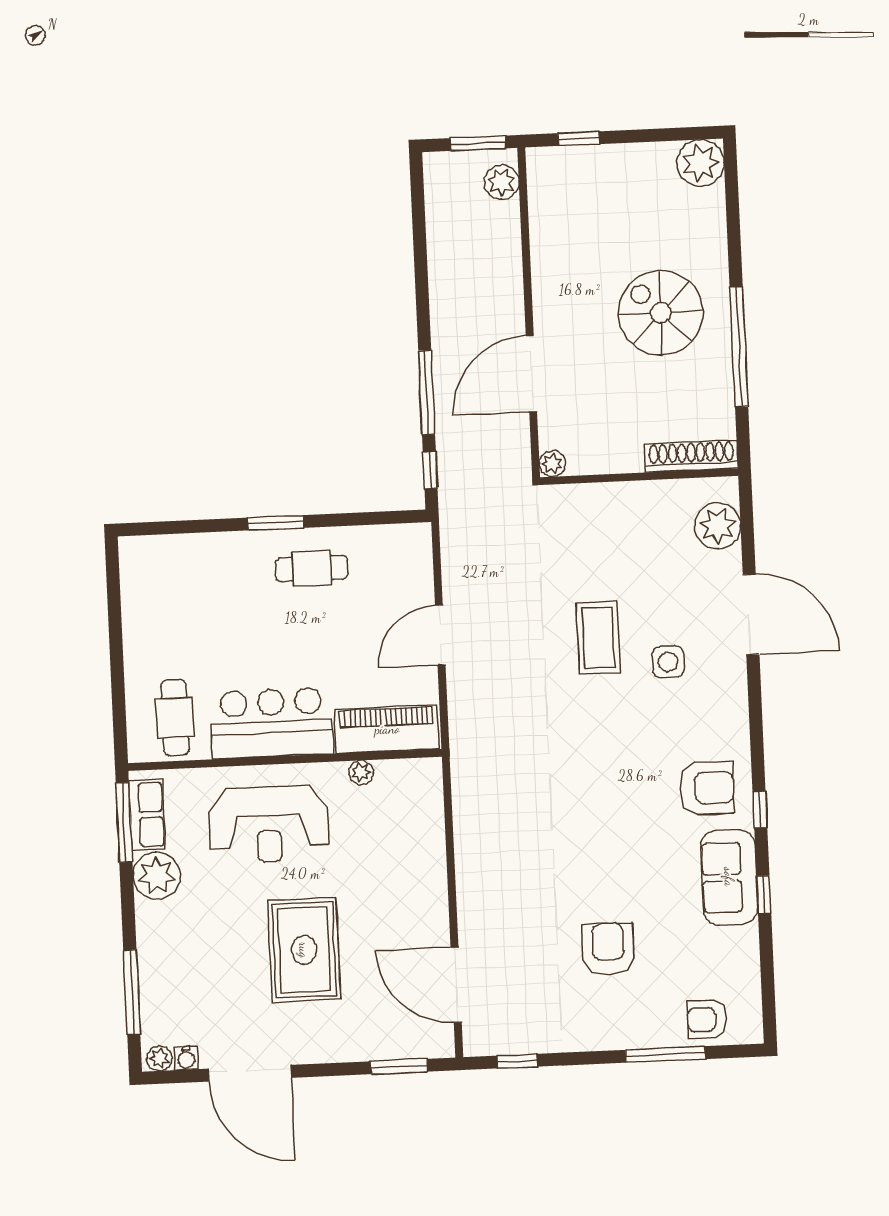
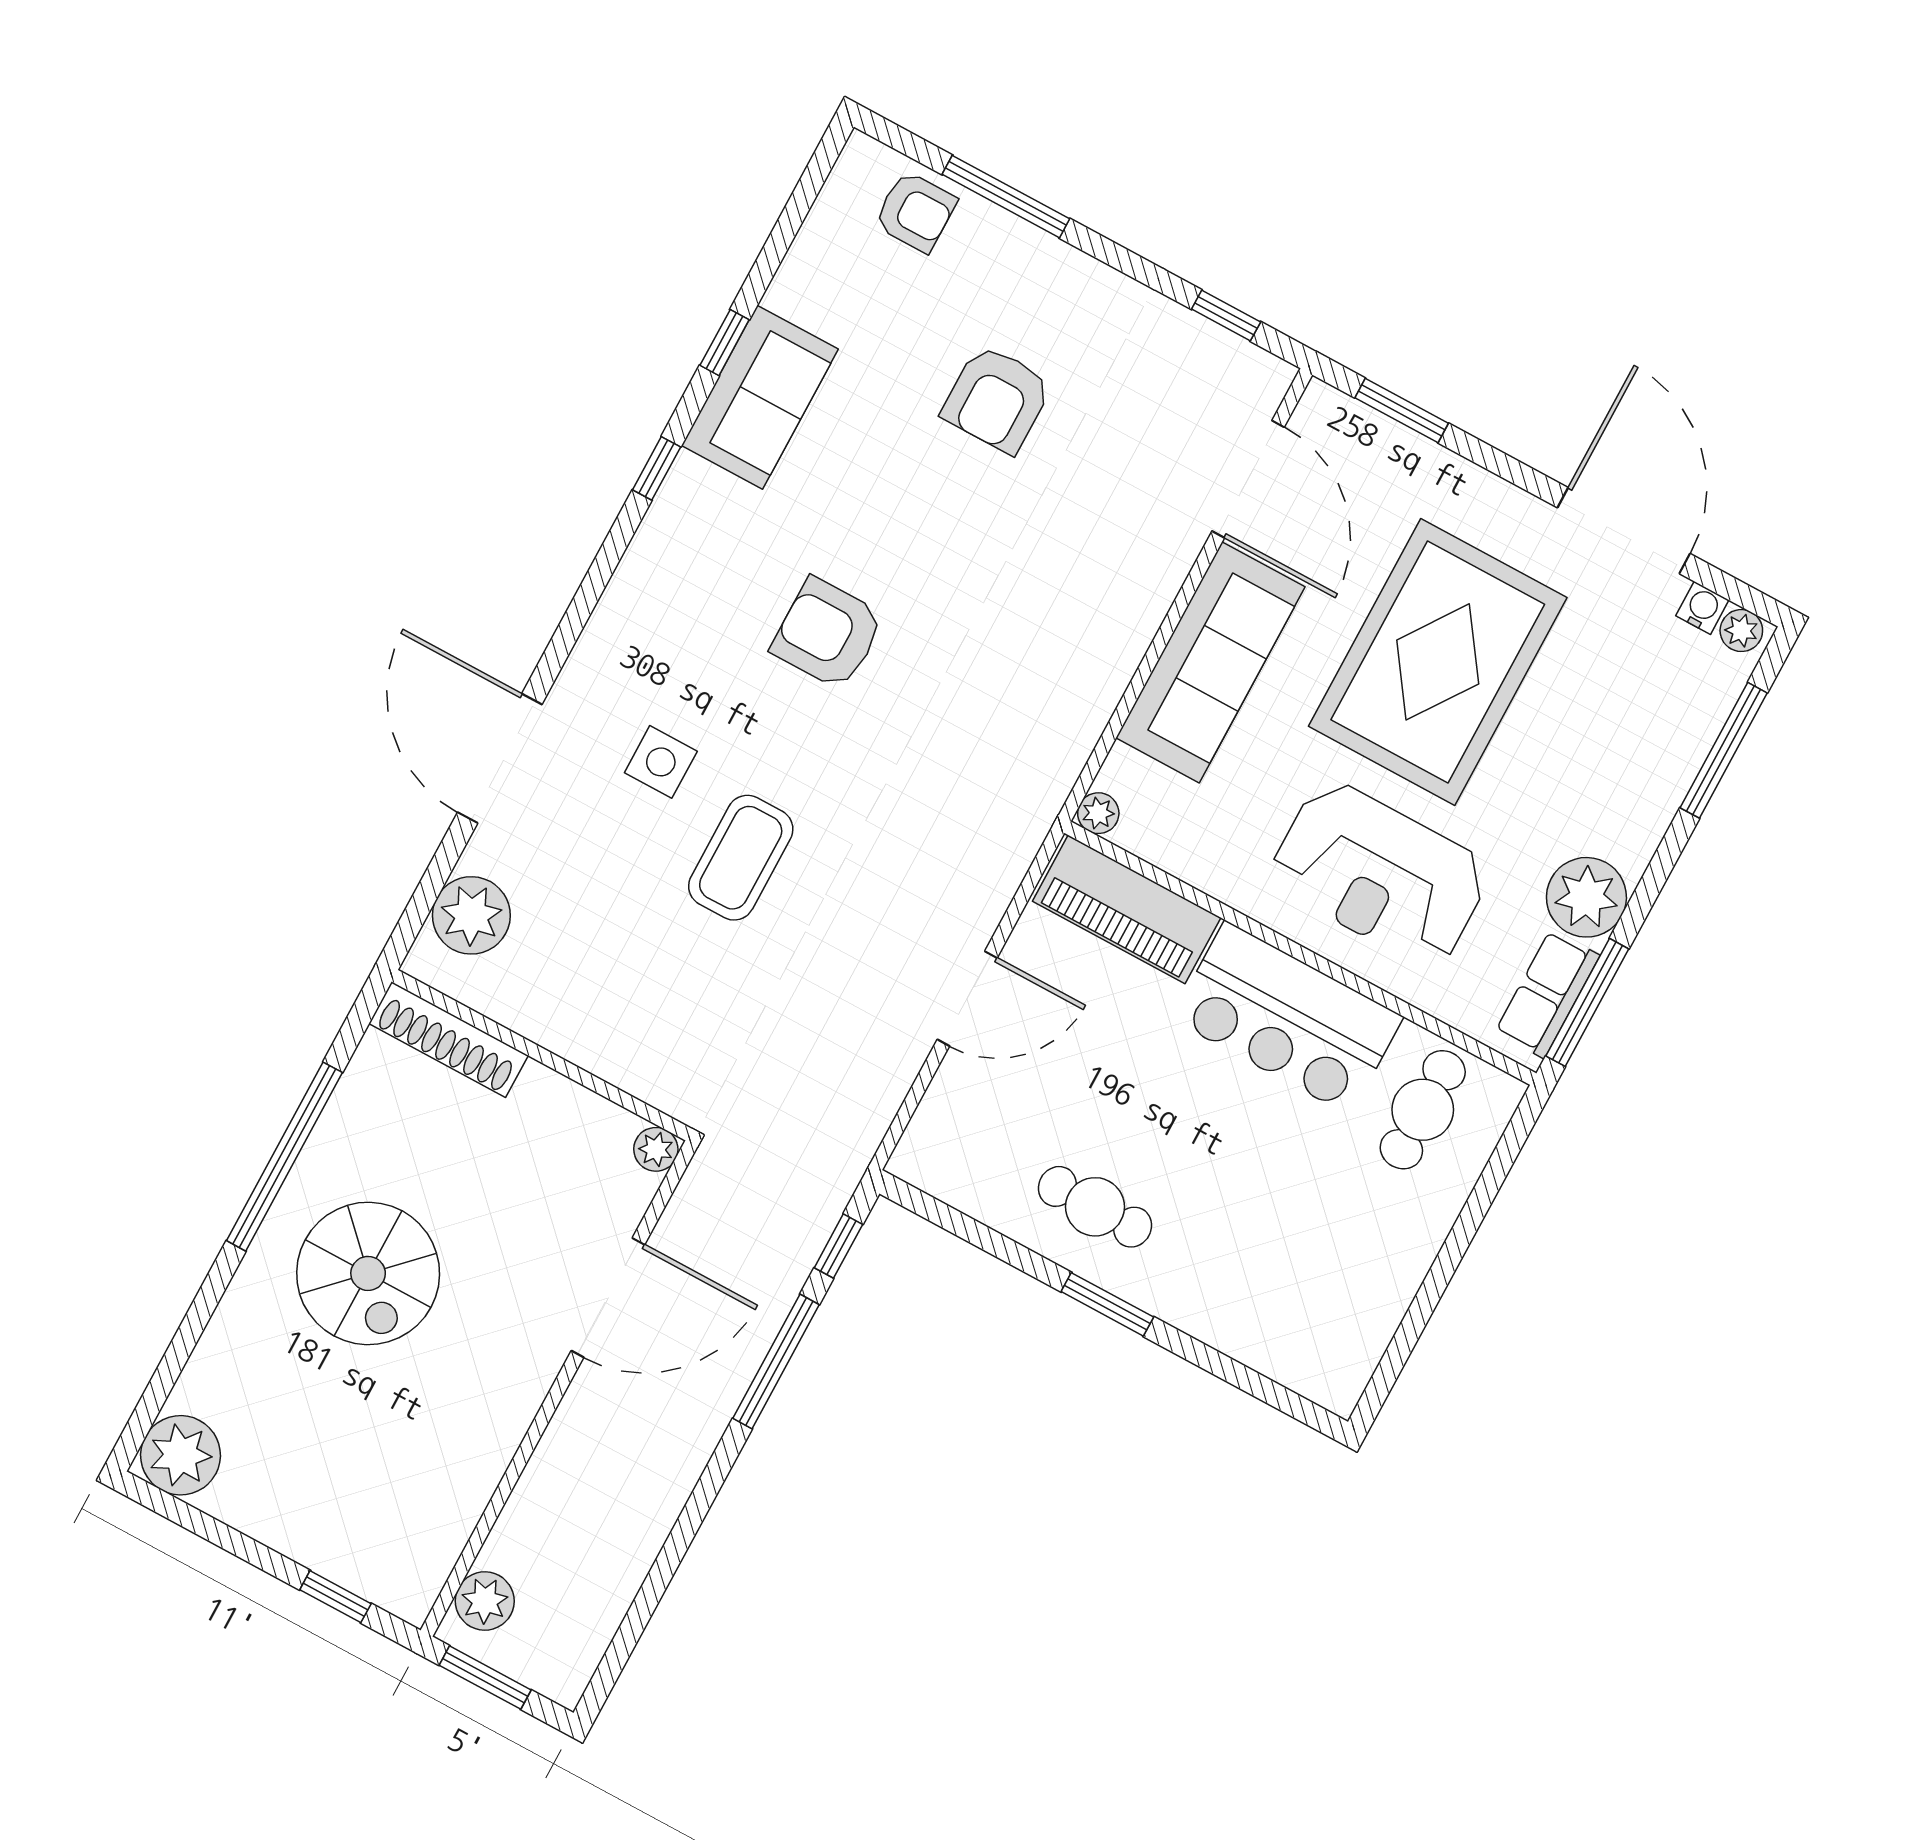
plant: (361, 773) -> (1098, 813), moved
armchair: (707, 788) -> (828, 634), moved
reception desk: (269, 825) -> (1380, 874), turned 180
sofa: (419, 880) -> (1210, 662), added
rug: (304, 950) -> (1438, 662), width x1.37, depth x1.44

